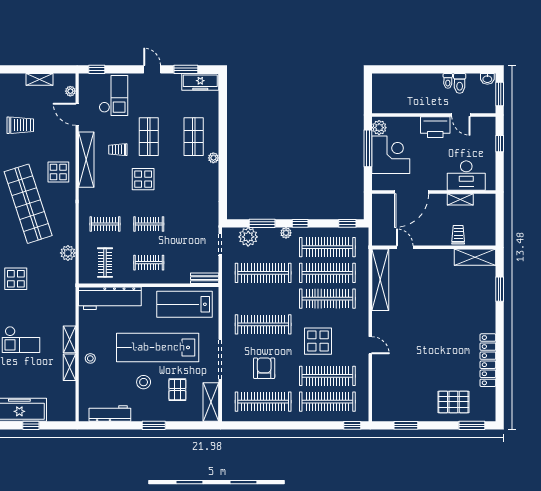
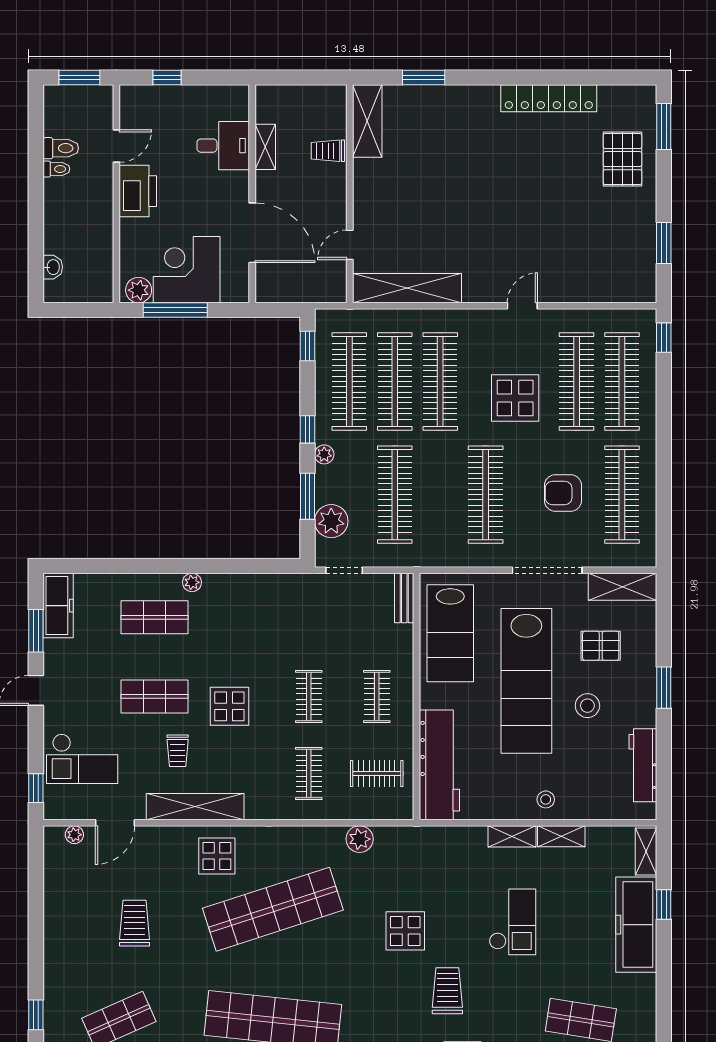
shelving: (39, 79) -> (646, 851), moved
washbasin: (487, 79) -> (53, 267), moved
checkout: (113, 96) -> (82, 759), turned 180
desk: (466, 176) -> (223, 146), width x0.73

